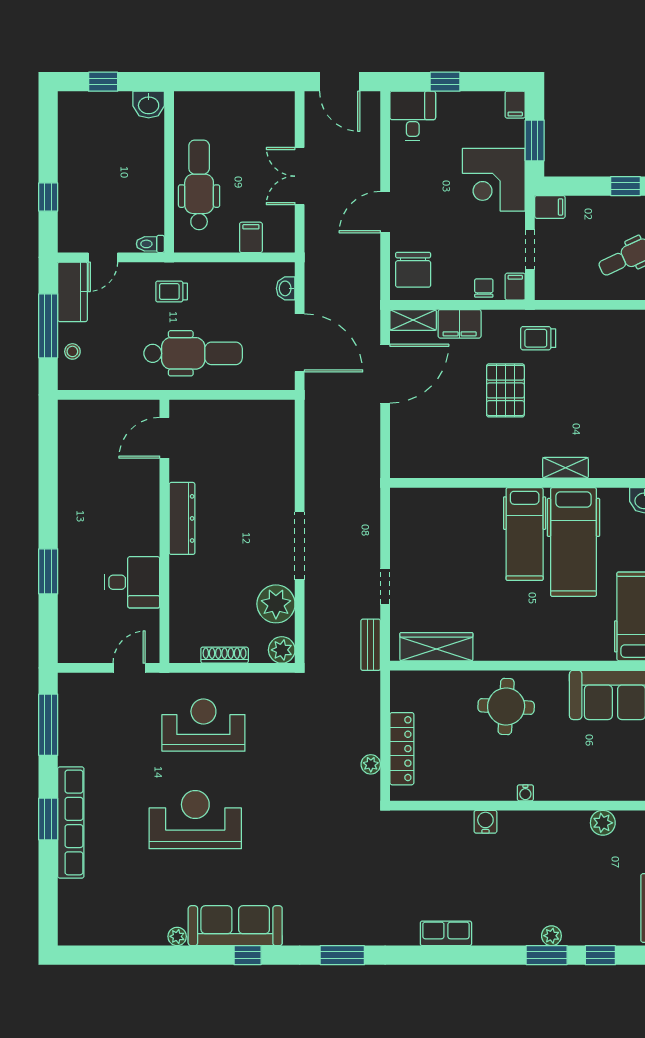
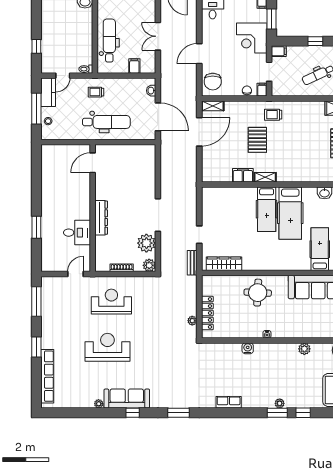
filing cabinet: (460, 324) -> (243, 175), moved, turned 180
shelving: (565, 468) -> (265, 177), moved
dresser: (182, 518) -> (101, 218), moved
row of seats: (71, 822) -> (47, 376), moved

